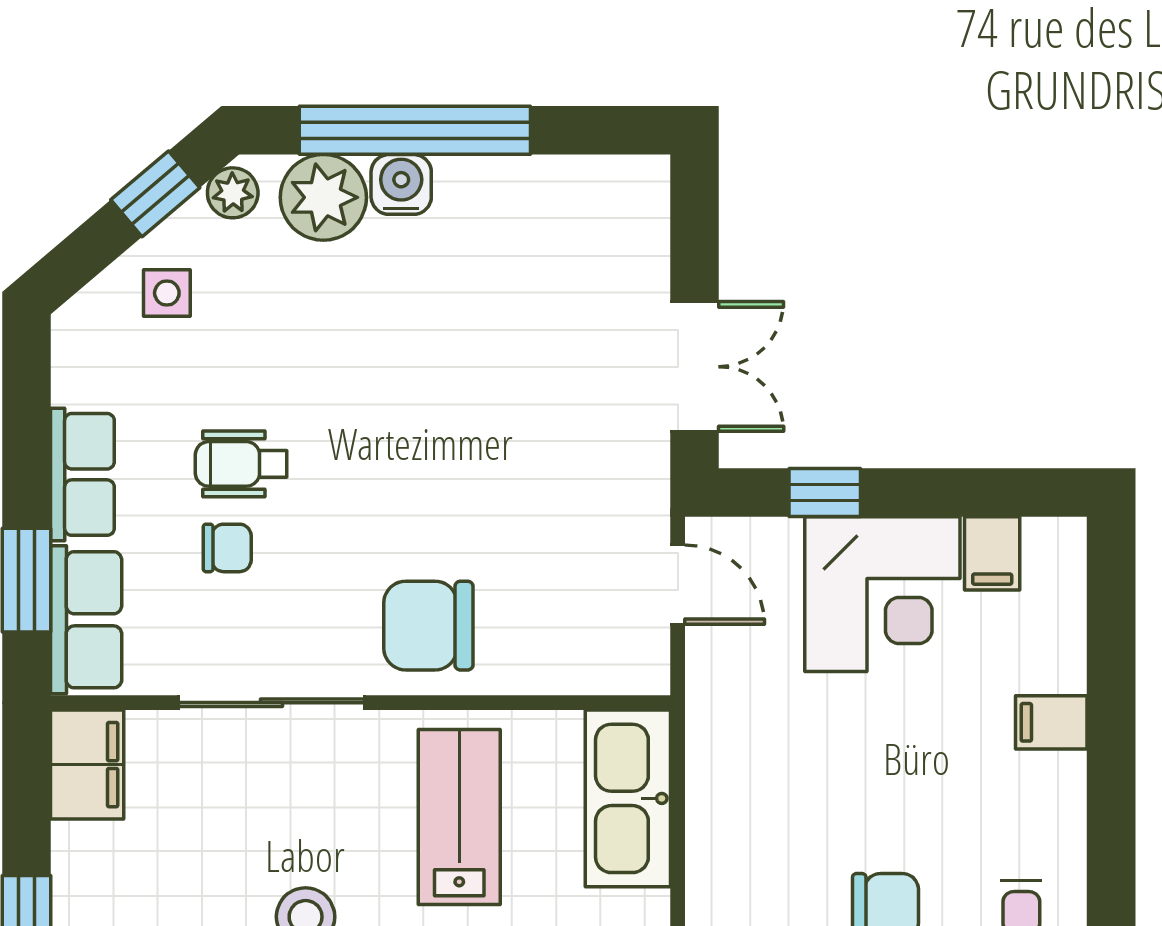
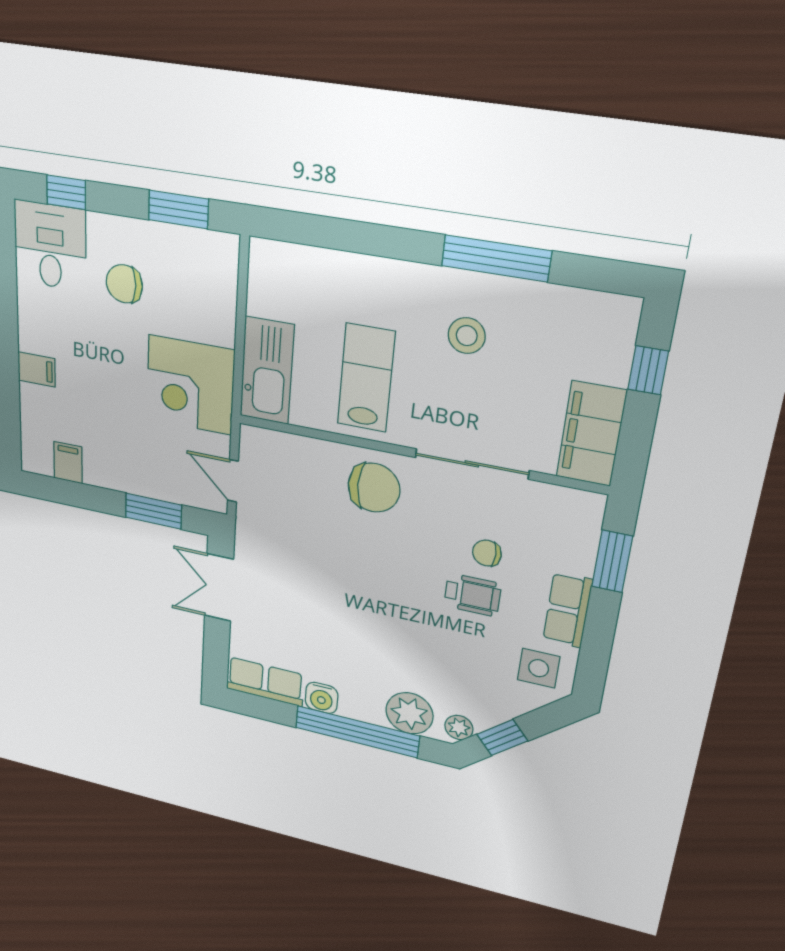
water cooler: (401, 184) -> (321, 698), moved
side table: (167, 293) -> (539, 668), moved, width x1.37, depth x1.37
window: (825, 493) -> (153, 511), width x1.50
corner desk: (882, 594) -> (190, 385), moved, turned -90
row of seats: (86, 620) -> (265, 682), moved, turned 90
filing cabinet: (87, 765) -> (591, 434), width x1.50, depth x1.17
lab bench: (459, 817) -> (366, 378), turned 180

